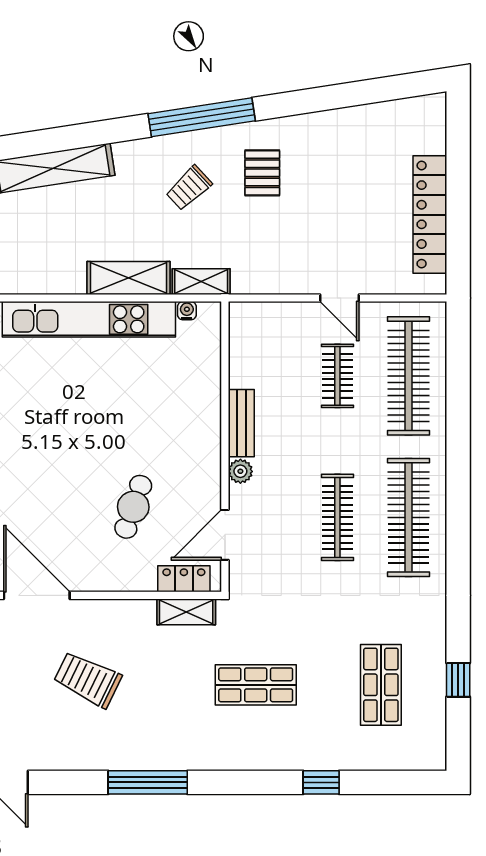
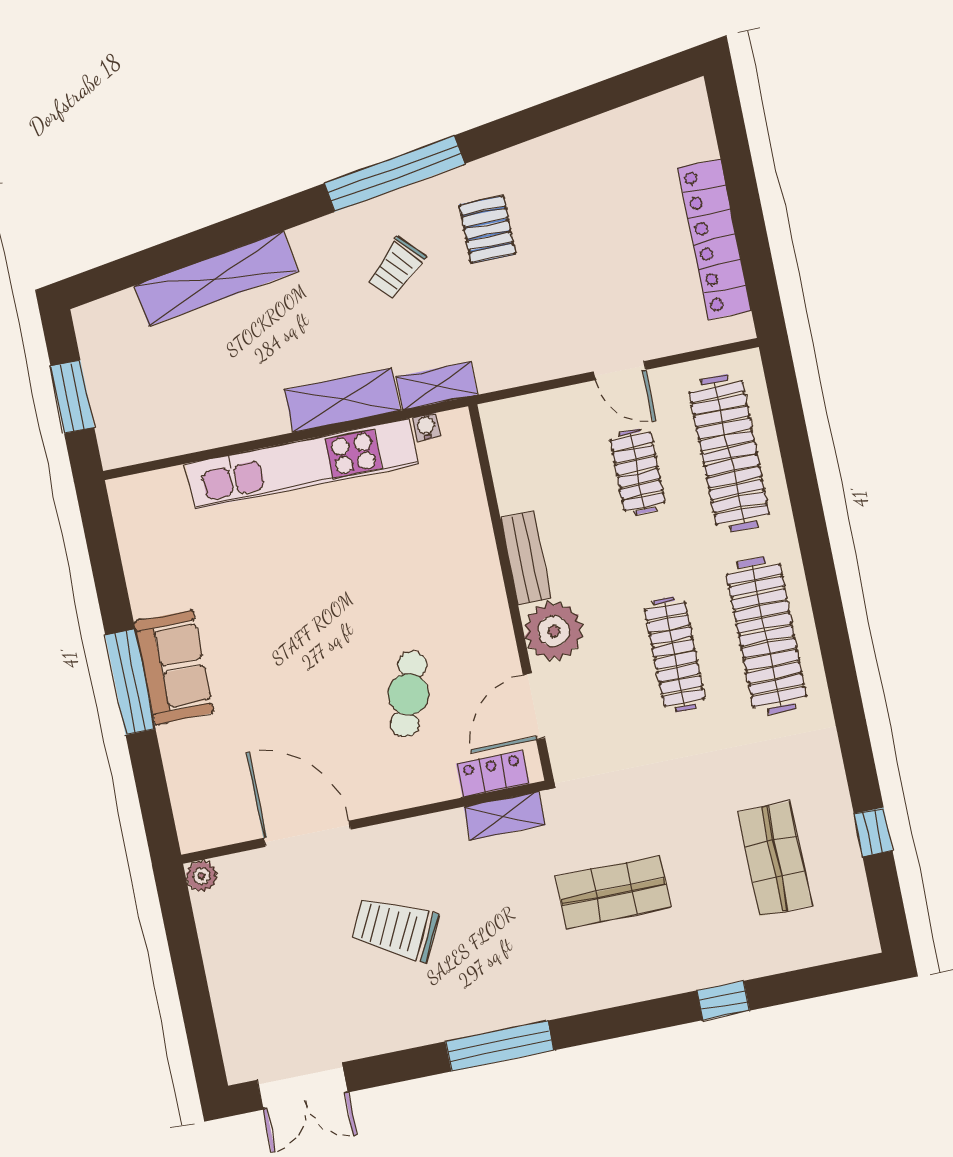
plant: (240, 471) -> (554, 631), width x1.88, depth x1.88

